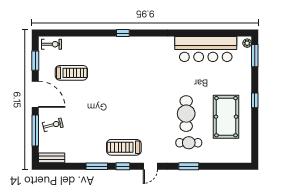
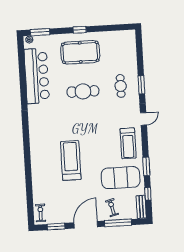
window: (123, 33) -> (27, 150), removed
treadmill: (71, 73) -> (71, 161), moved, width x1.37, depth x1.38
cafe table: (186, 114) -> (83, 91), moved
pool table: (226, 117) -> (80, 52), moved
exercise mat: (86, 137) -> (121, 178), added
window: (123, 166) -> (148, 194), moved
door: (150, 166) -> (143, 119), hinge flipped

